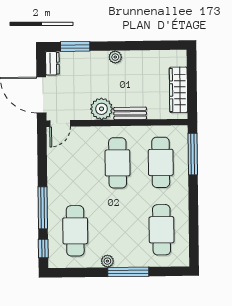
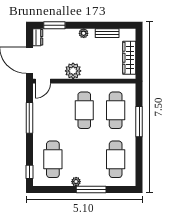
bench: (130, 113) -> (107, 33), moved
window: (193, 154) -> (139, 122), moved
window: (43, 208) -> (29, 118), moved

